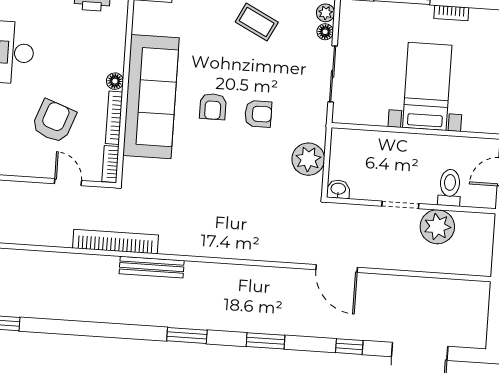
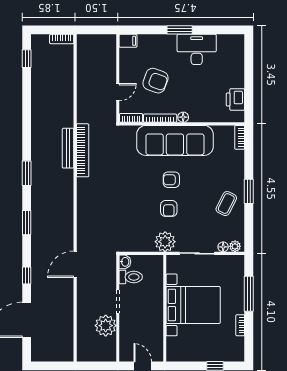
bed with nightstands: (427, 86) -> (193, 305), width x1.36
plant: (308, 159) -> (165, 242), moved
toilet: (450, 188) -> (131, 277), moved
bookcase: (115, 242) -> (83, 150), moved

